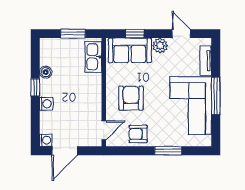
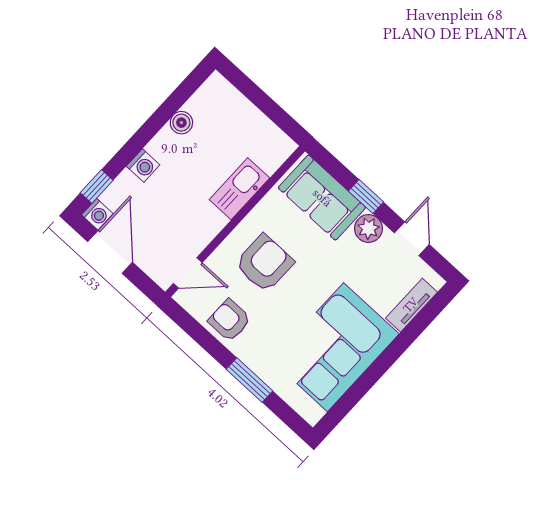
window: (73, 34) -> (266, 104), removed
window: (135, 34) -> (366, 196), moved
kitchen sink: (93, 57) -> (239, 189), moved
window: (35, 87) -> (97, 187), moved
window: (216, 96) -> (381, 365), removed
door: (65, 151) -> (110, 252), swing flipped

